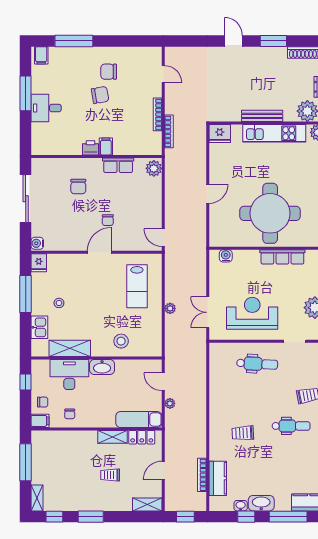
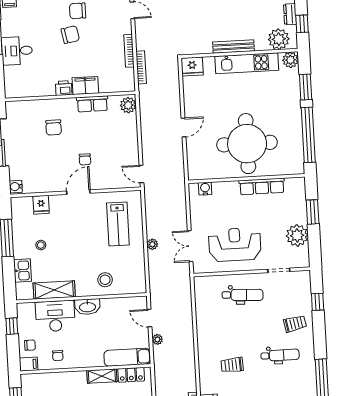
filing cabinet: (106, 146) -> (85, 85), width x2.00
fridge: (39, 263) -> (41, 205), moved

